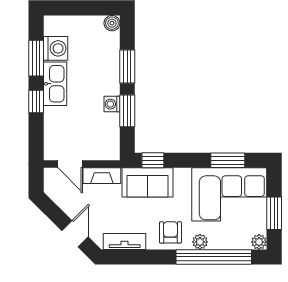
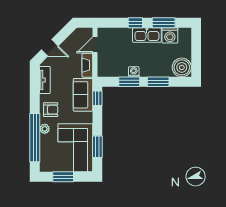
boiler: (112, 23) -> (182, 67), width x1.86, depth x1.86
plant: (259, 242) -> (45, 167), removed

